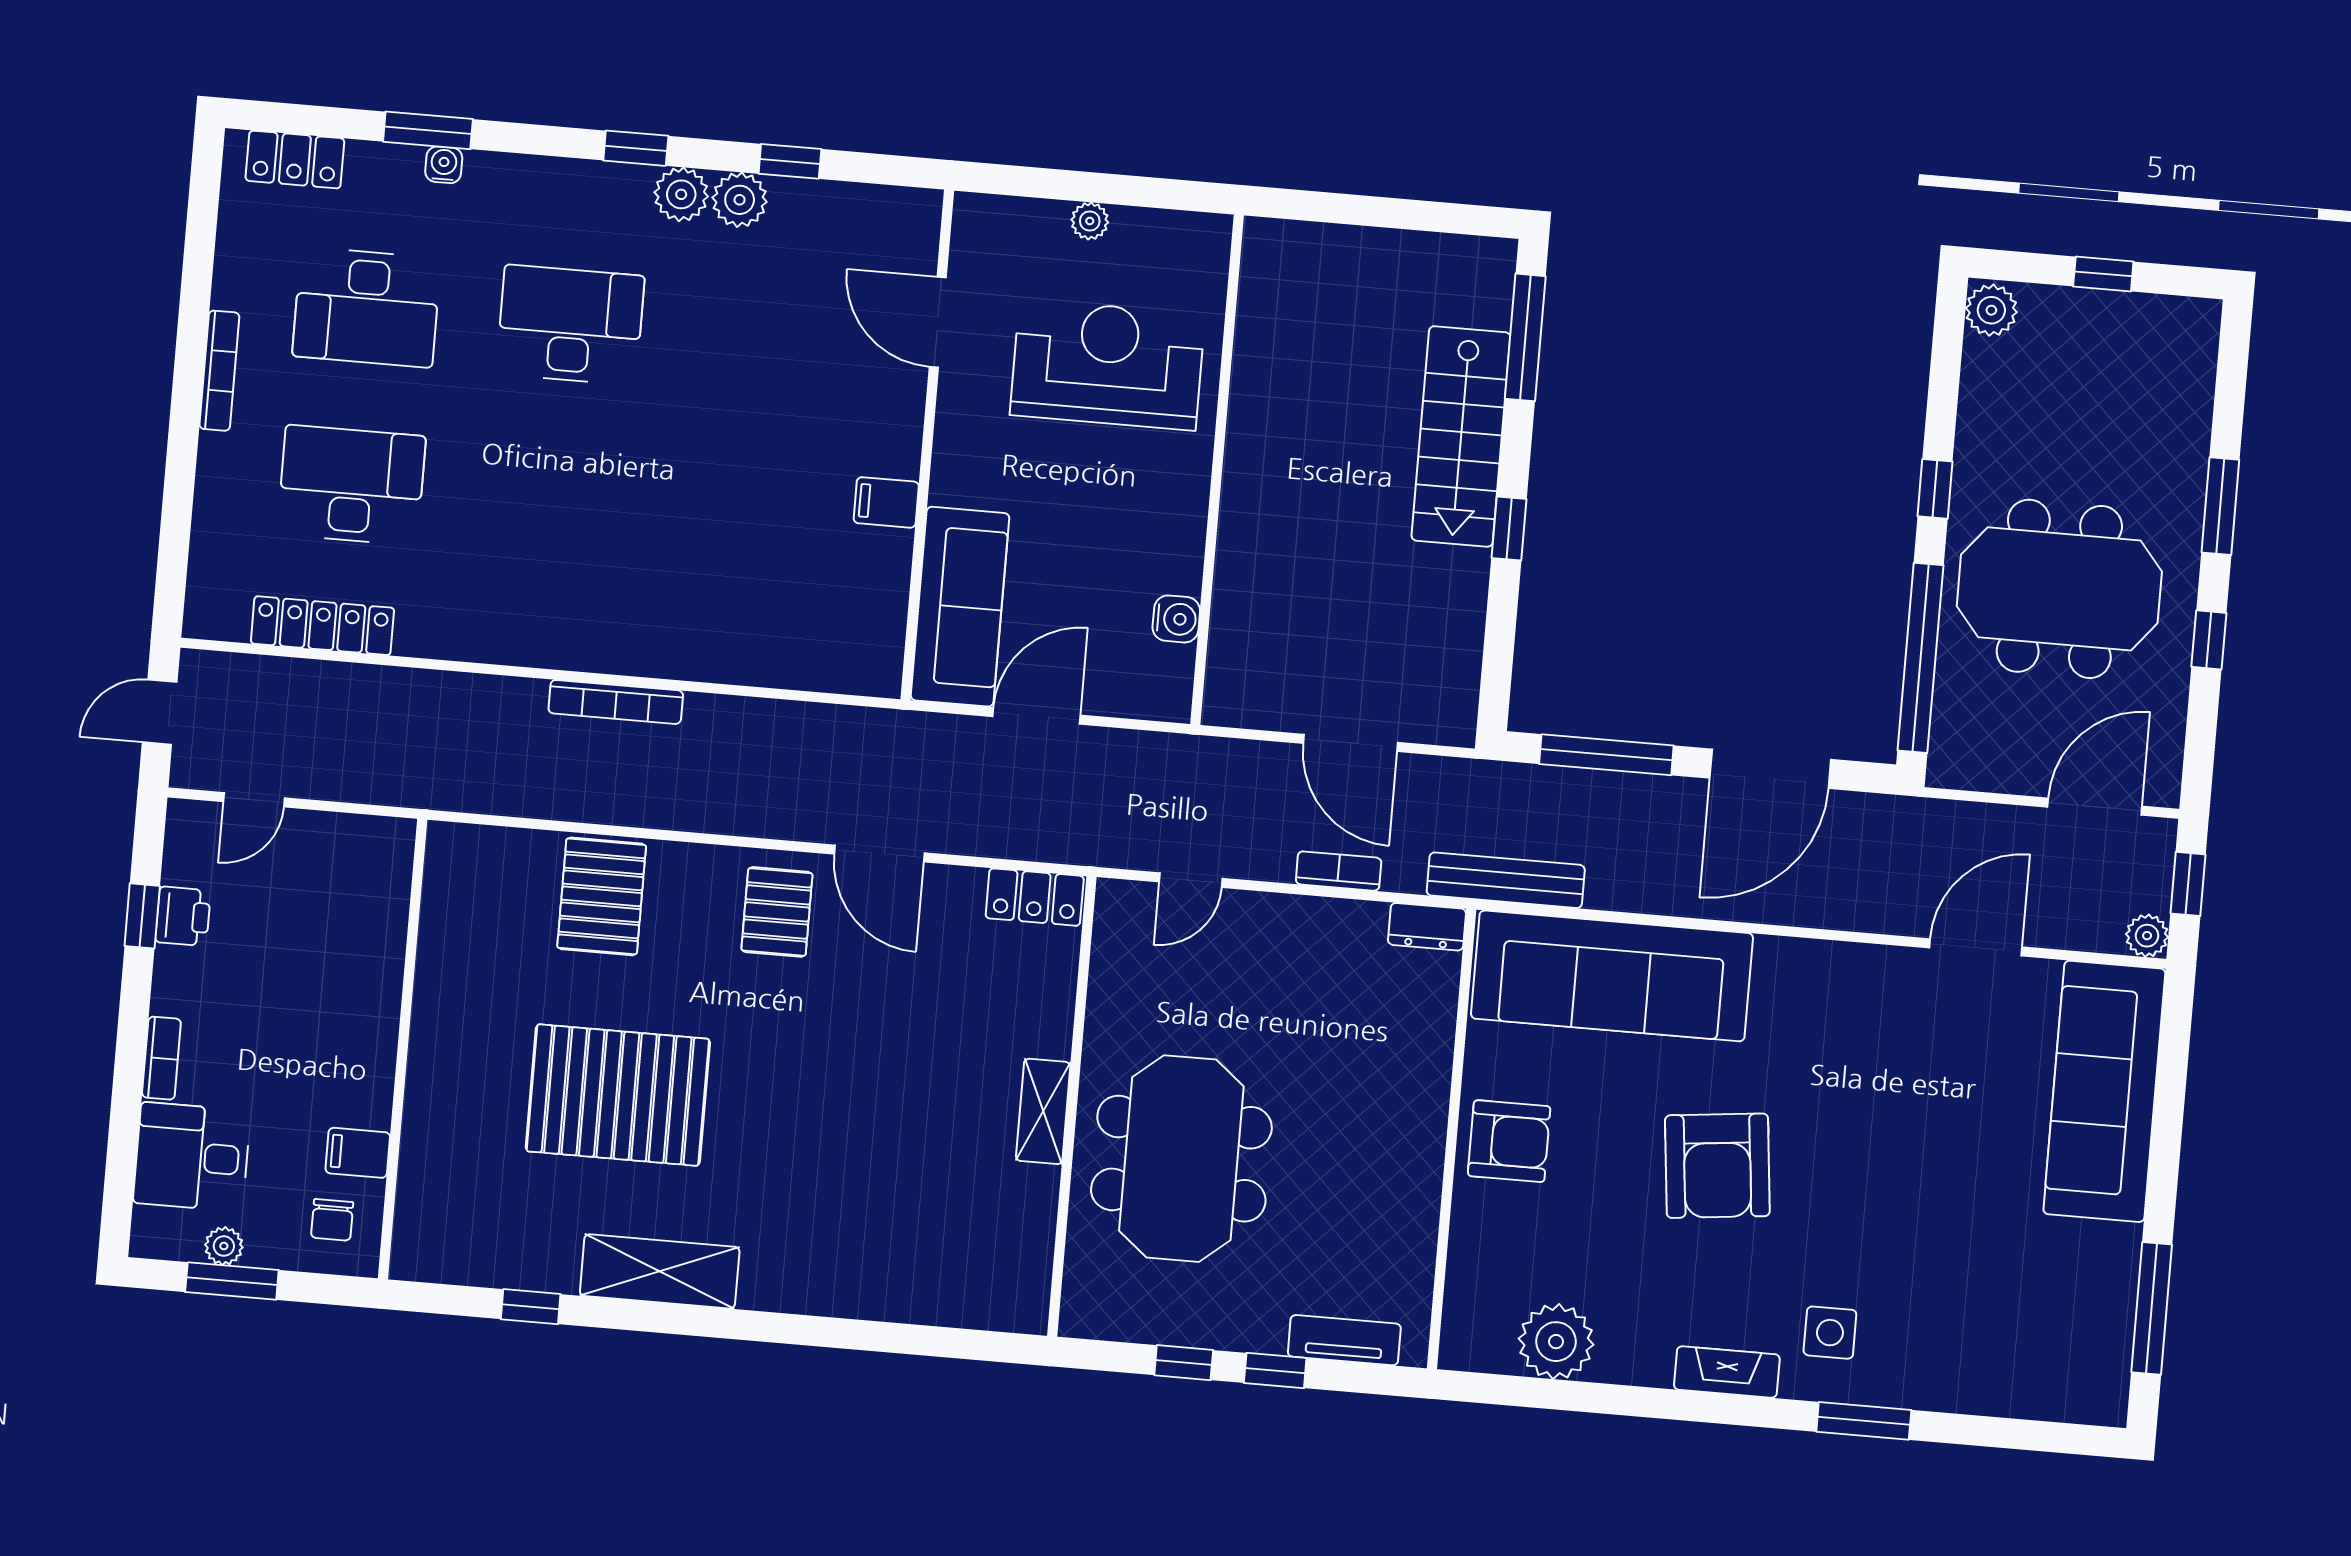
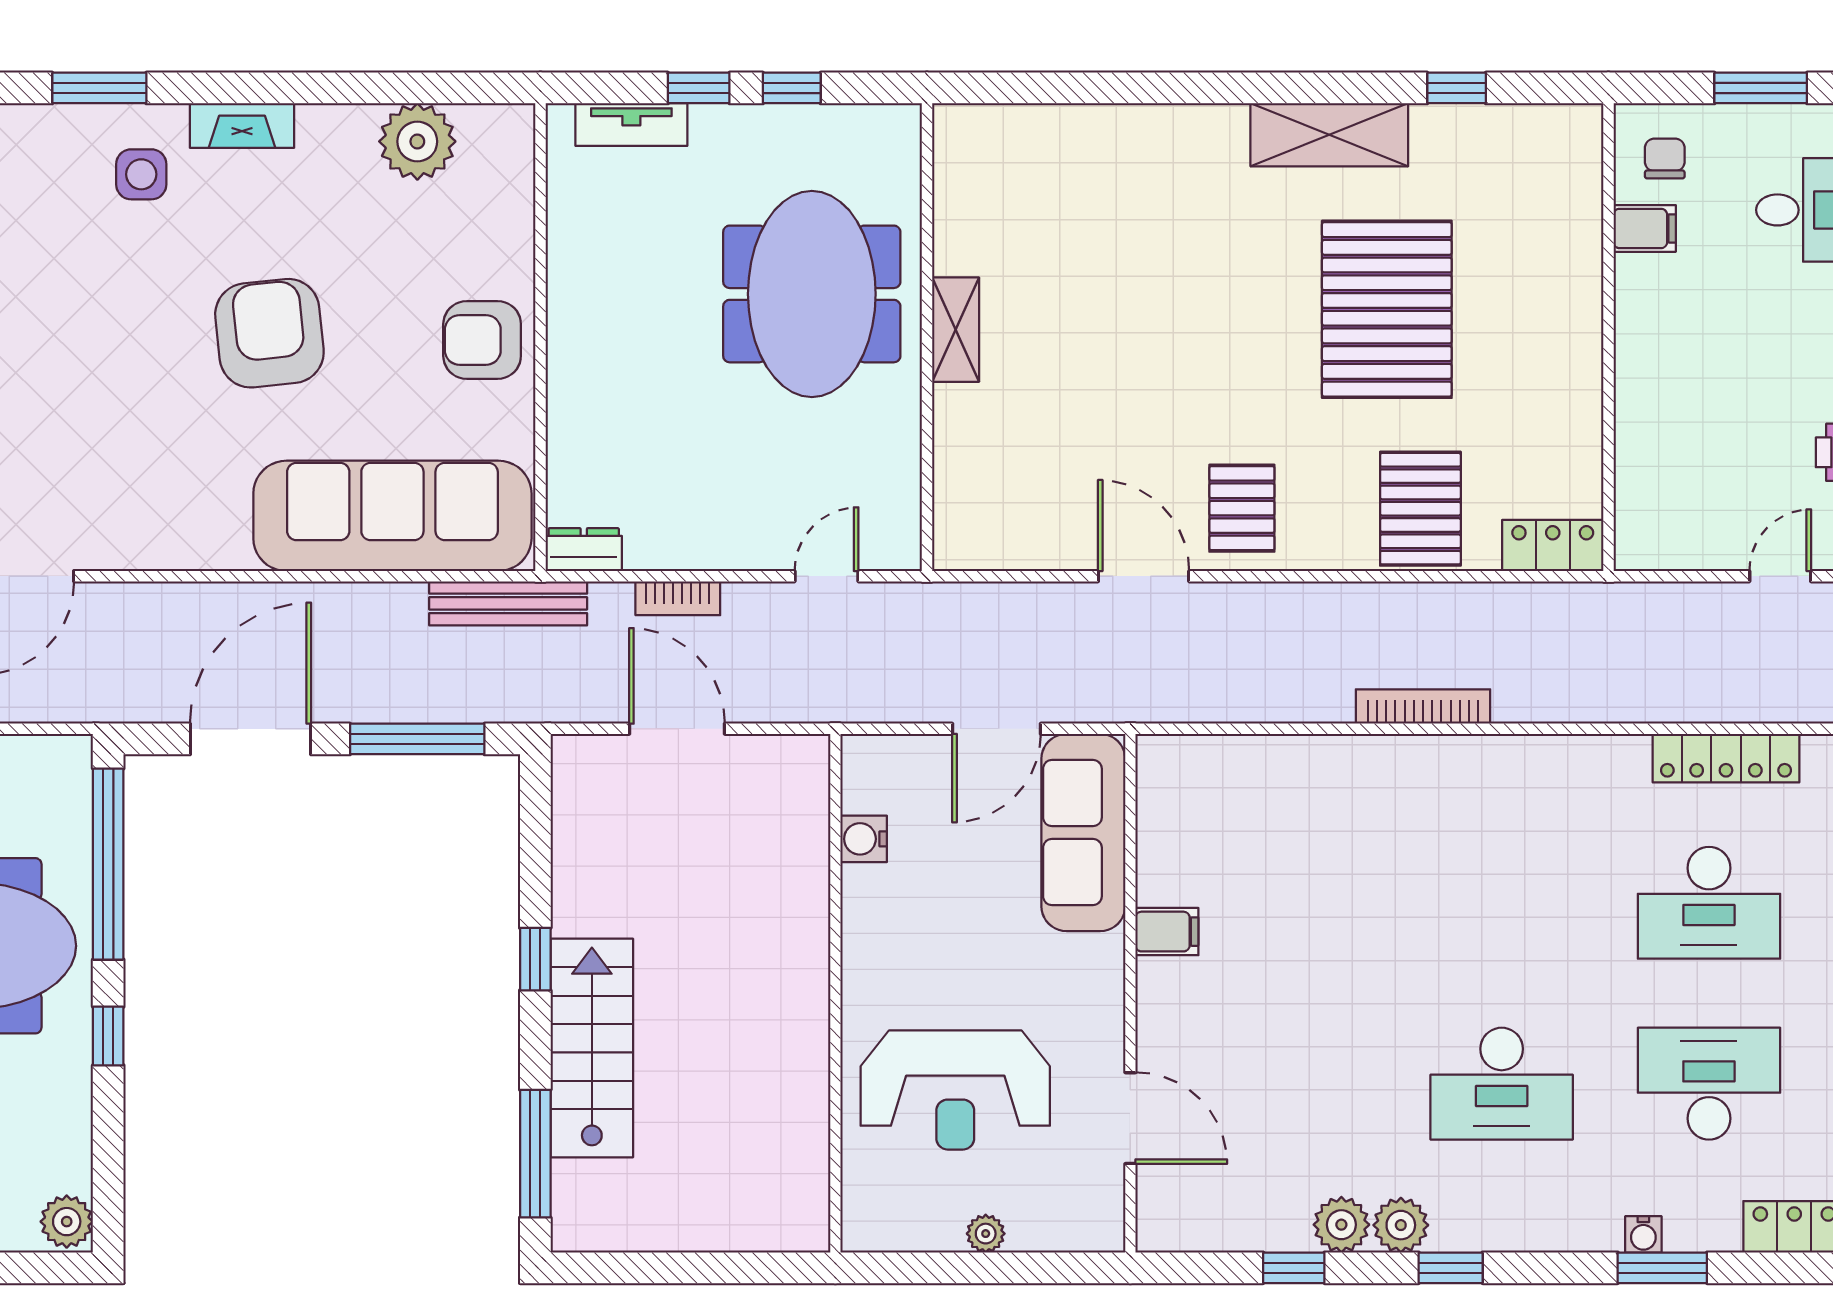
locker: (1035, 897) -> (1553, 546), moved
pallet: (618, 1095) -> (1387, 309), turned 90
plant: (224, 1246) -> (1772, 123), removed

